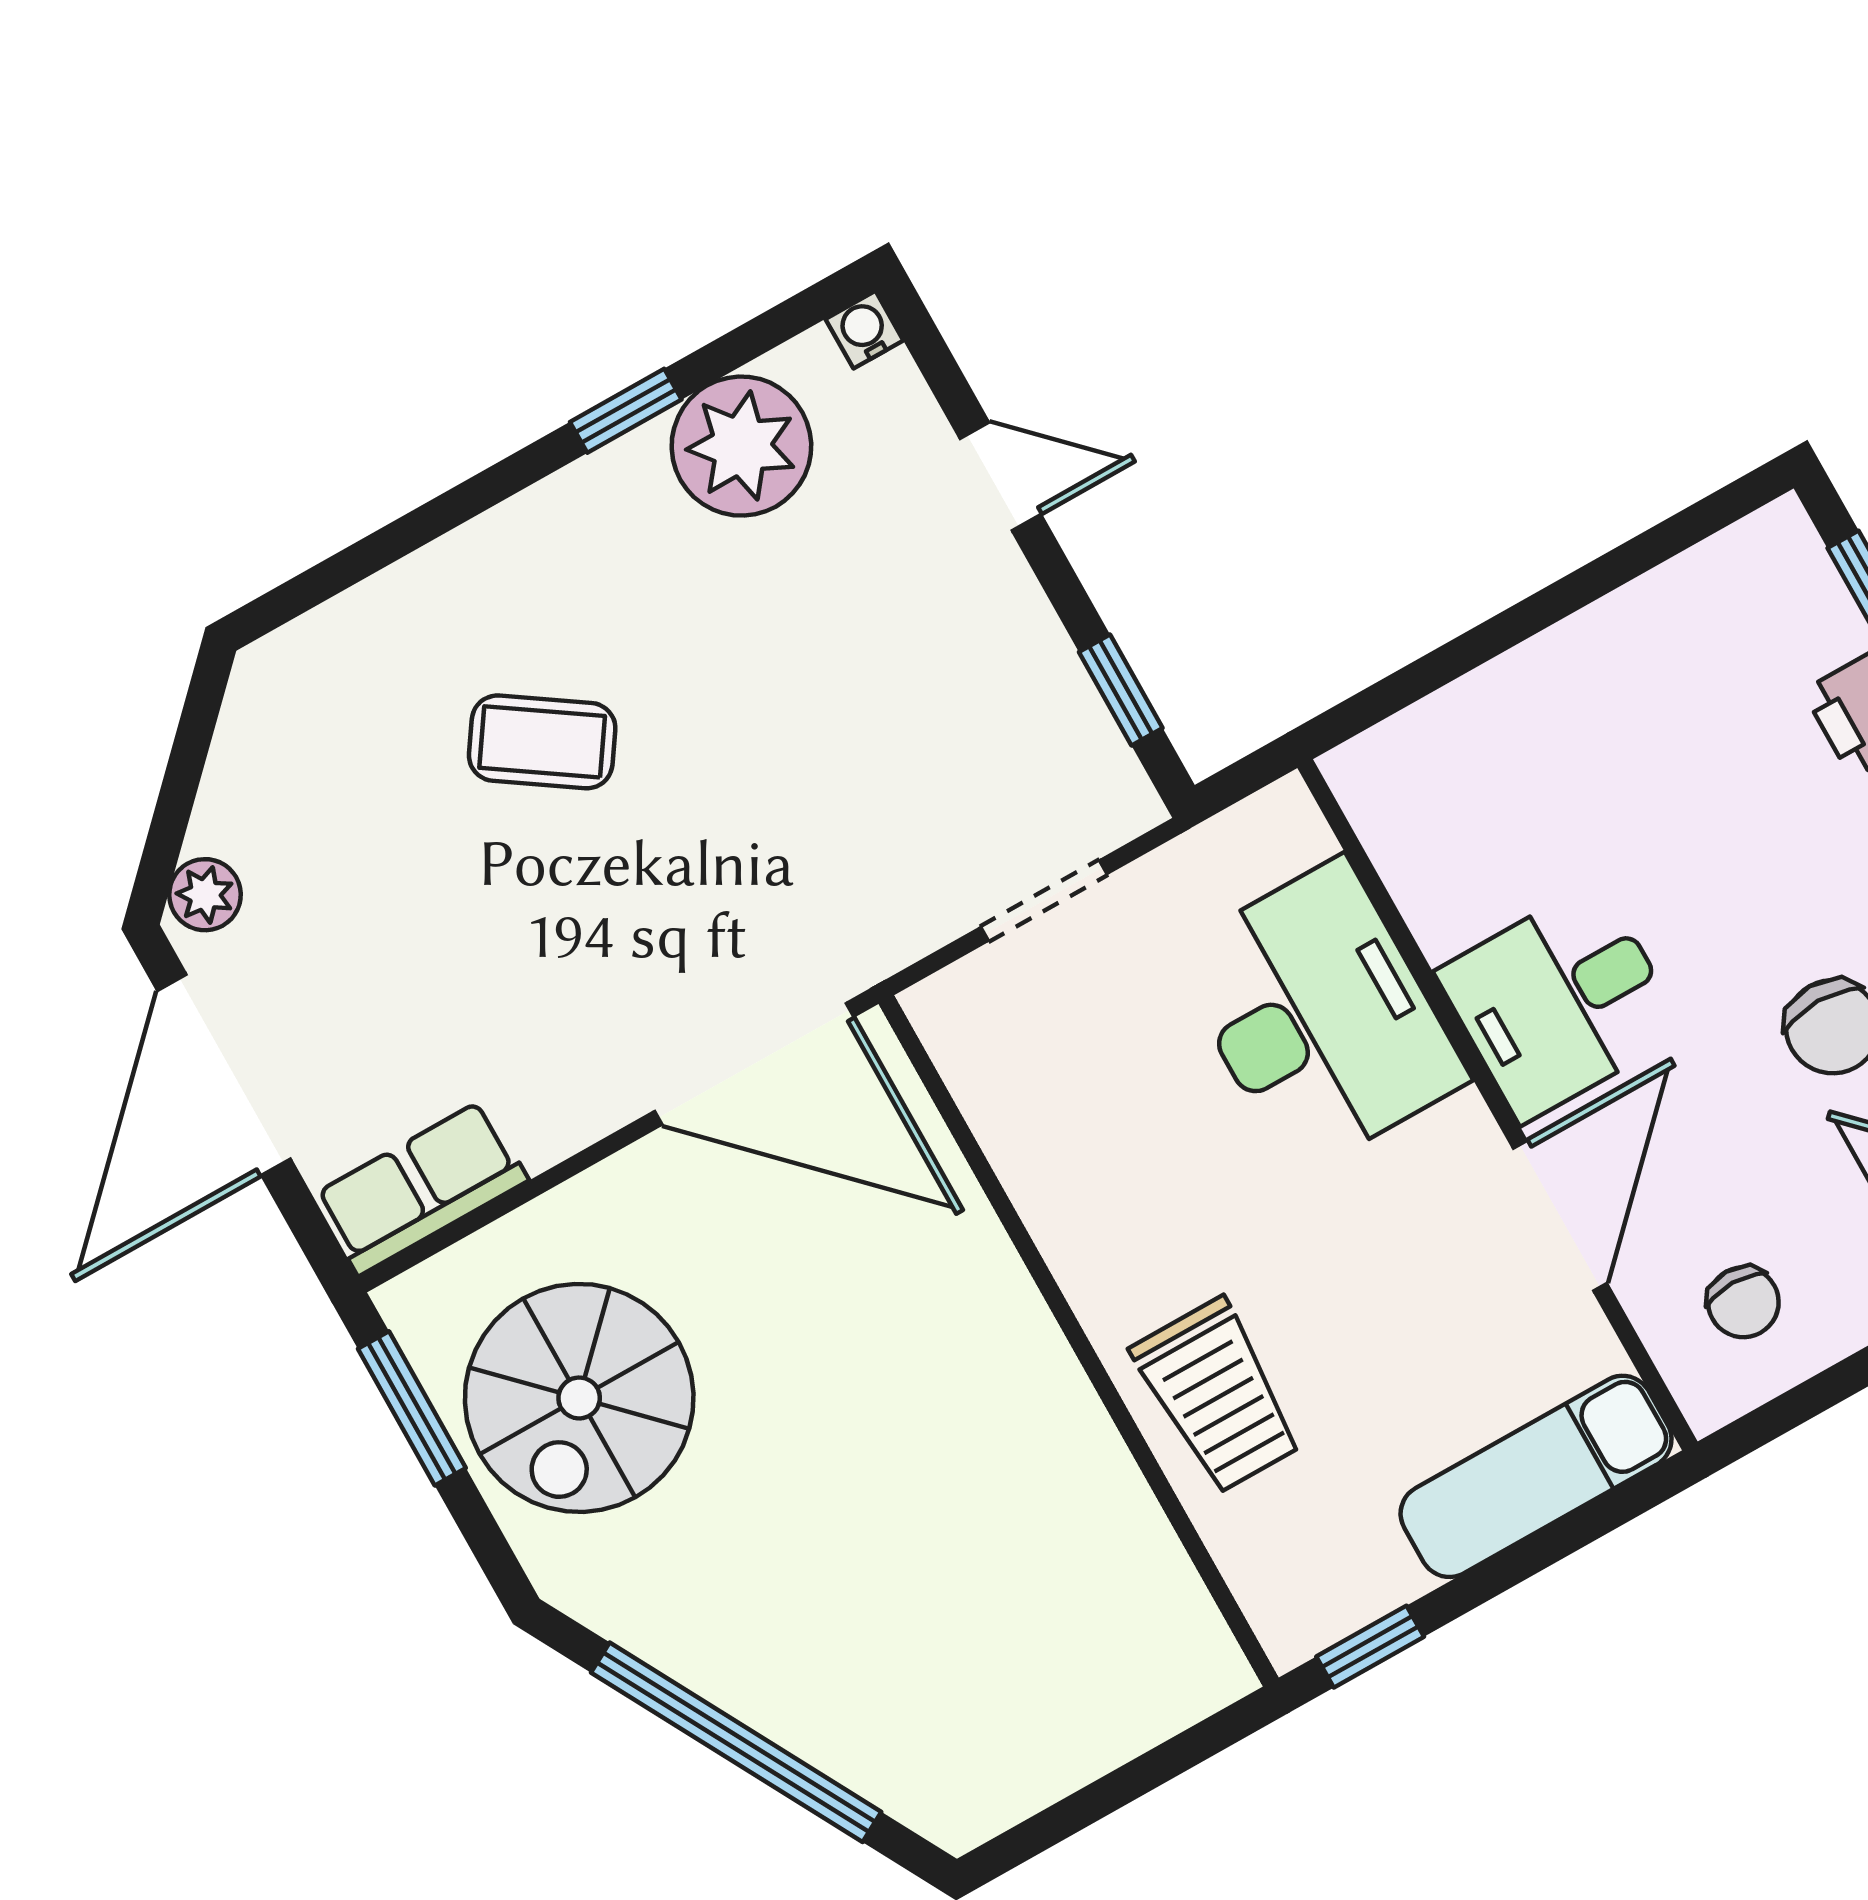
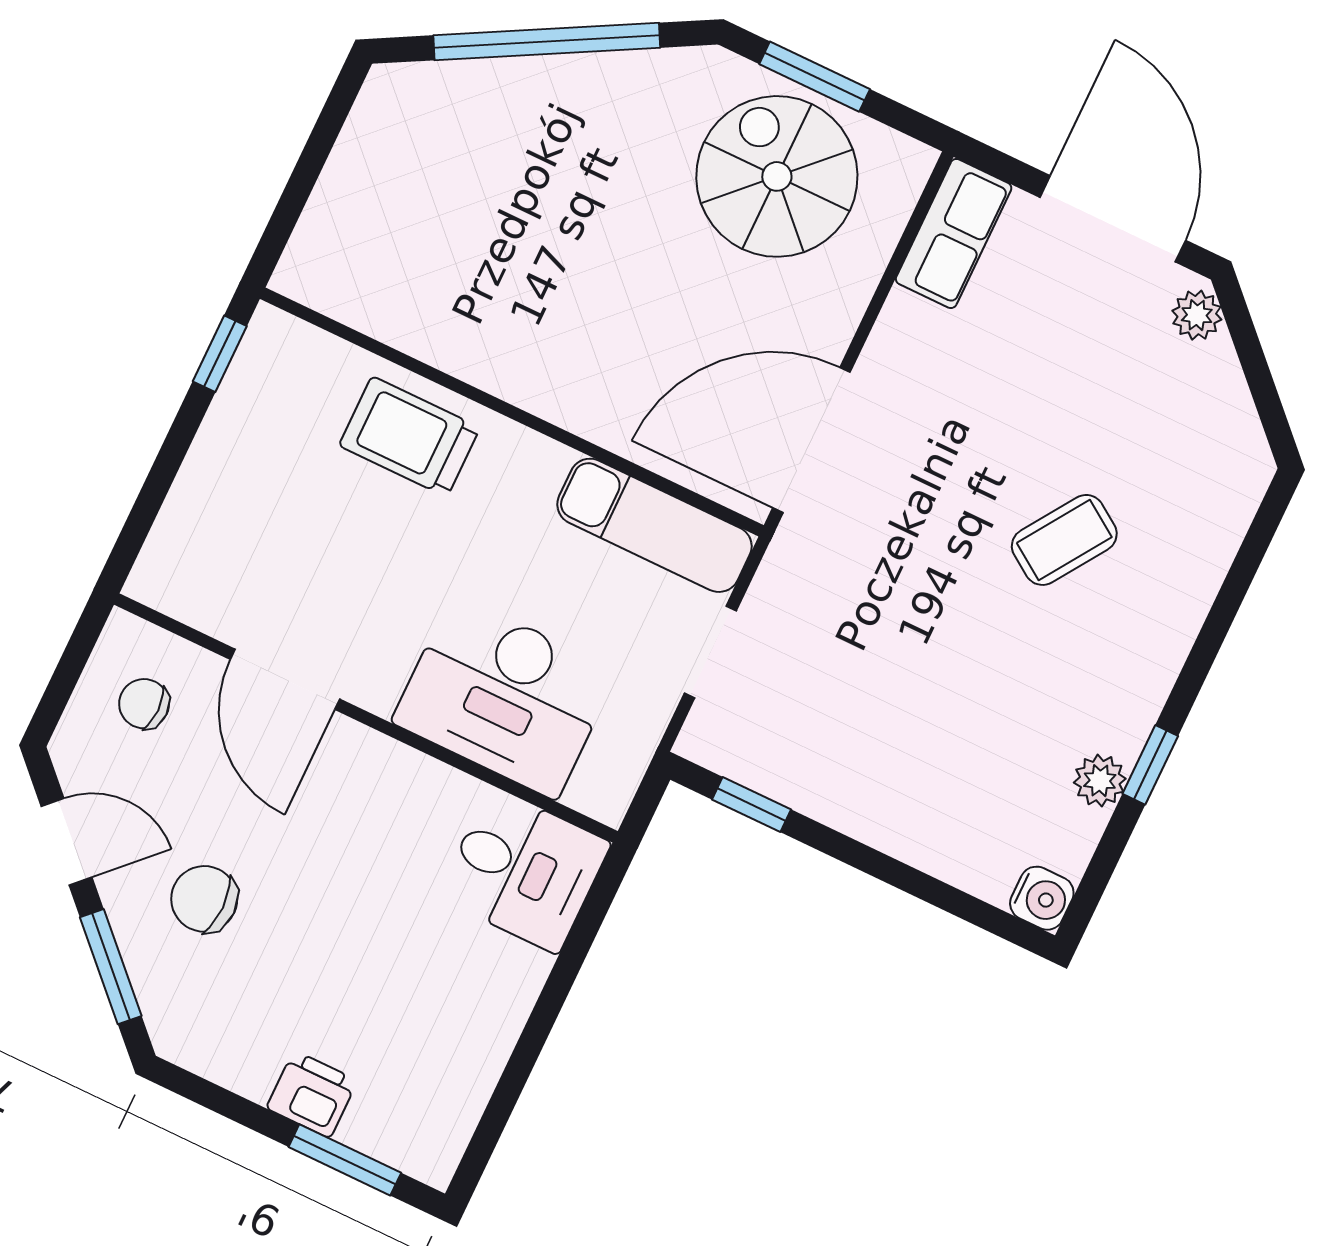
water cooler: (864, 330) -> (1042, 898), width x1.38, depth x1.38
plant: (741, 446) -> (1100, 781), width x0.53, depth x0.53
door: (1000, 476) -> (908, 879), removed
desk: (1560, 1002) -> (524, 870), moved, turned 90
window: (412, 1408) -> (815, 77), moved
exam couch: (1536, 1476) -> (654, 525), moved, turned 90

